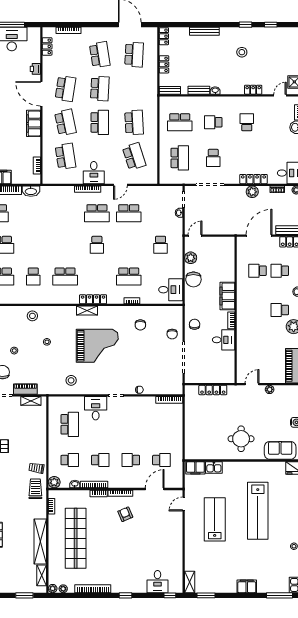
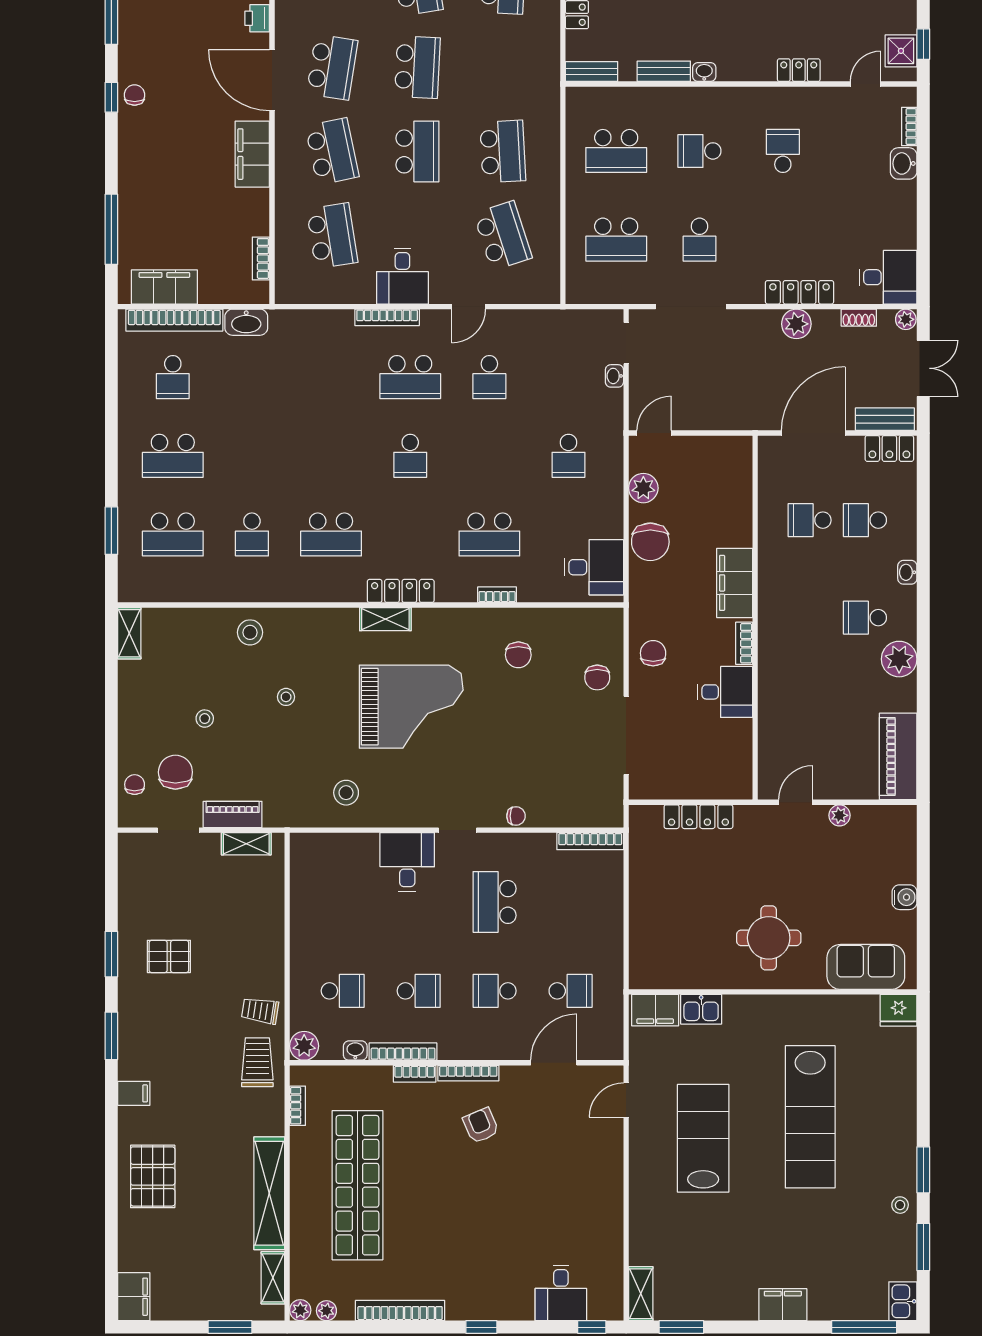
school desk: (180, 158) -> (616, 240), turned 90
school desk: (129, 213) -> (489, 377), width x0.54
school desk: (70, 424) -> (495, 902), moved, turned 180

